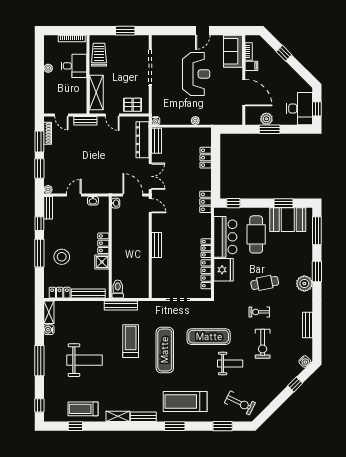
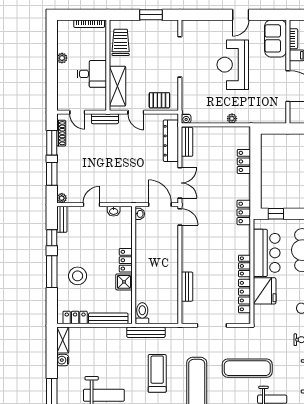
desk: (74, 66) -> (92, 74), moved
reception desk: (196, 74) -> (233, 65), turned 180
bench: (156, 245) -> (187, 287), moved

